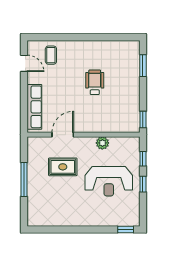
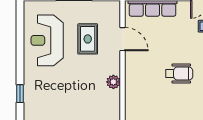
reception desk: (109, 181) -> (47, 40), moved
window: (126, 230) -> (20, 94), moved

